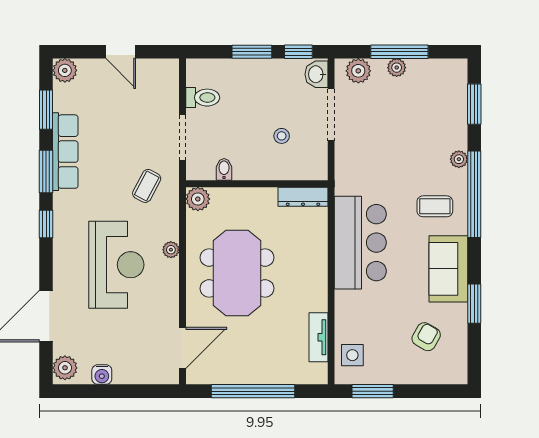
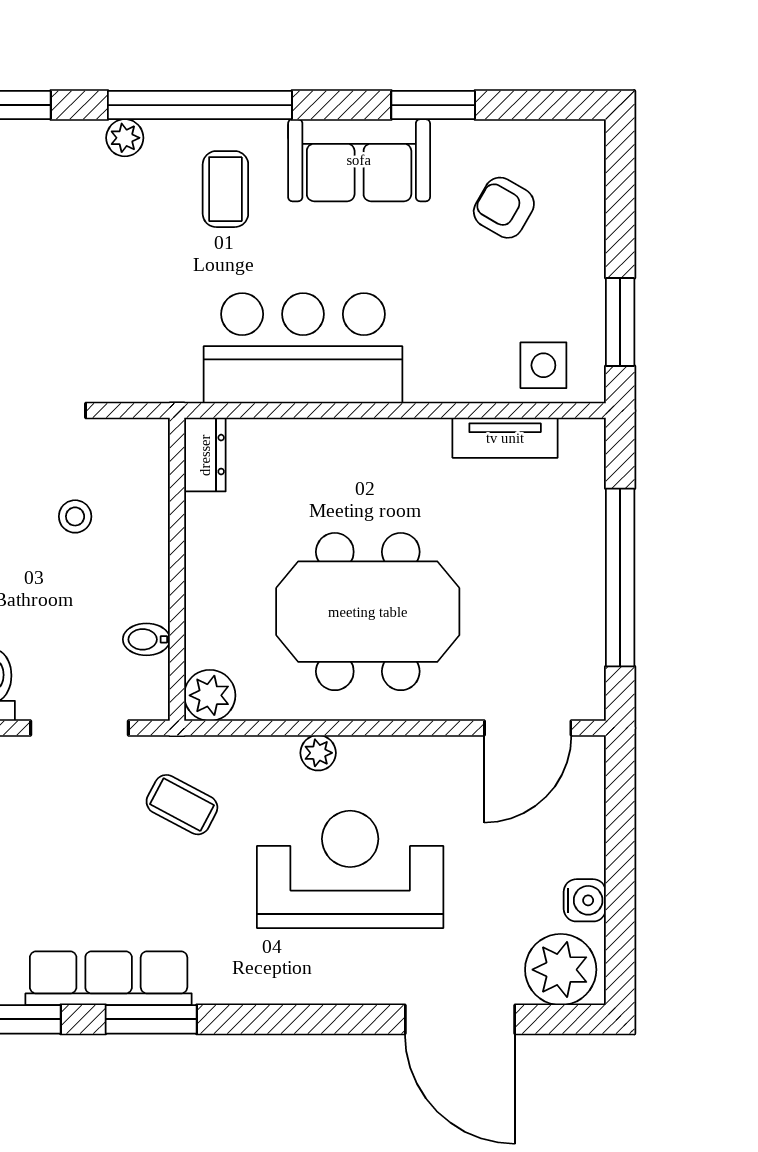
dresser: (303, 197) -> (205, 455), width x0.70
window: (46, 224) -> (263, 1019), removed
door: (183, 348) -> (528, 728), swing flipped
plant: (65, 368) -> (561, 970), width x1.36, depth x1.36

